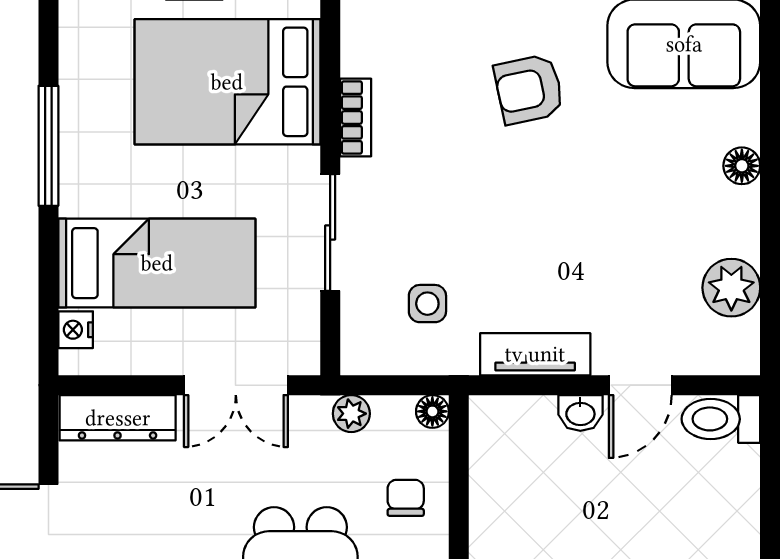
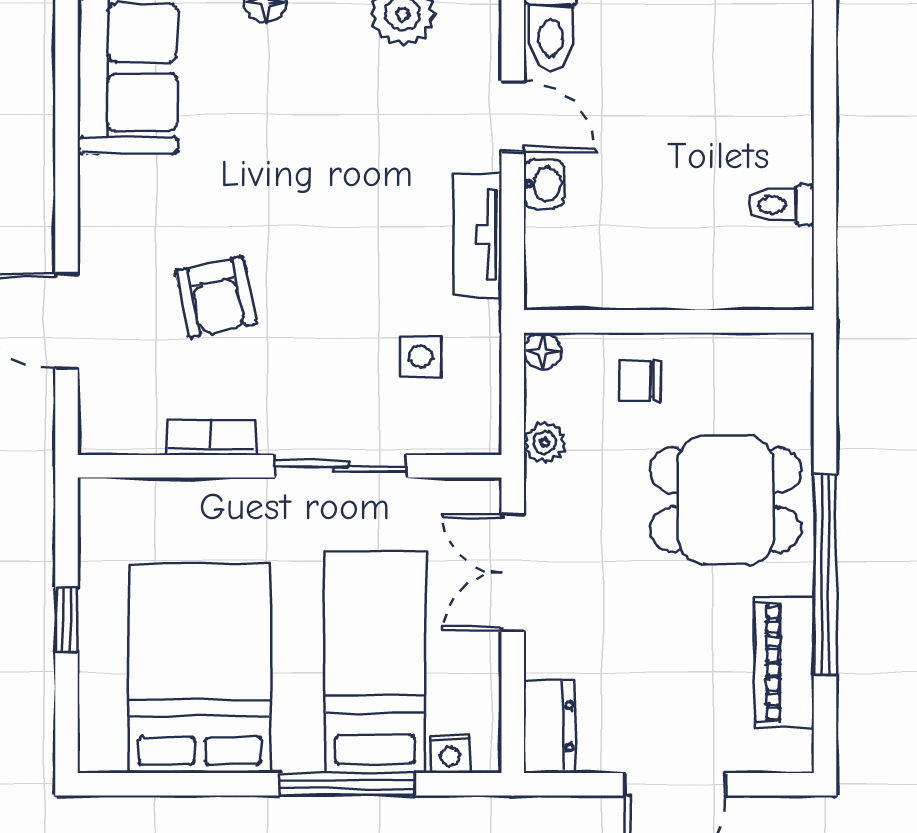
bed: (227, 82) -> (200, 668), moved, turned 180
armchair: (529, 89) -> (216, 297), moved
window: (48, 146) -> (347, 784), moved
double door: (236, 385) -> (513, 573), swing flipped
dresser: (118, 418) -> (549, 726), width x0.70

